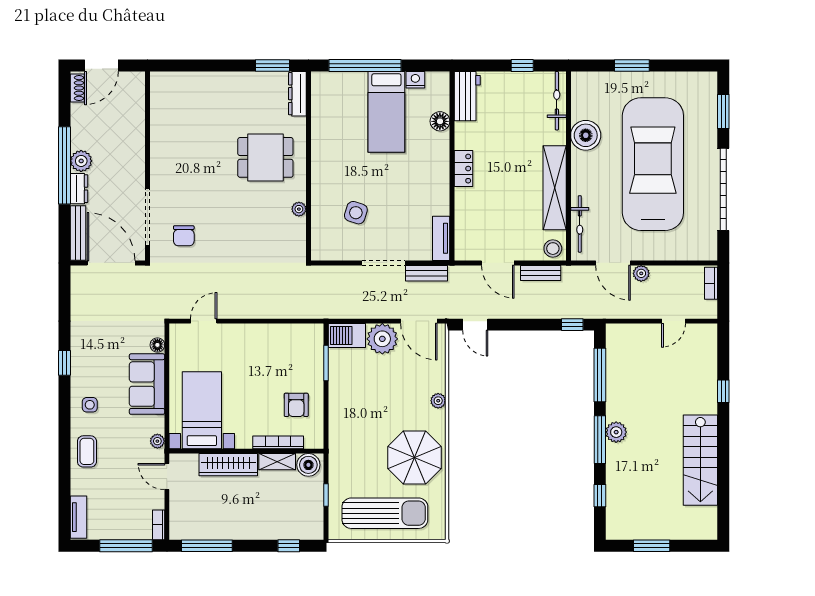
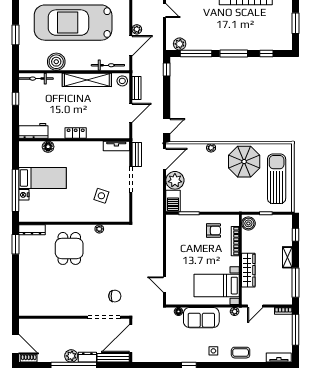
nightstand: (415, 80) -> (24, 195), moved
plant: (616, 432) -> (180, 44), moved
shelving: (277, 462) -> (287, 257), moved

